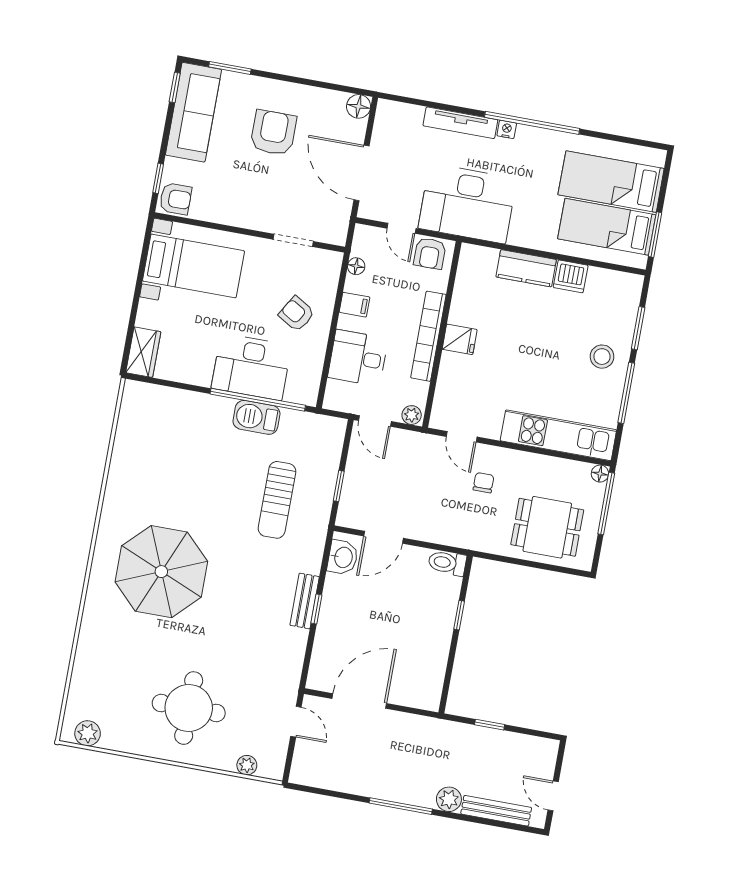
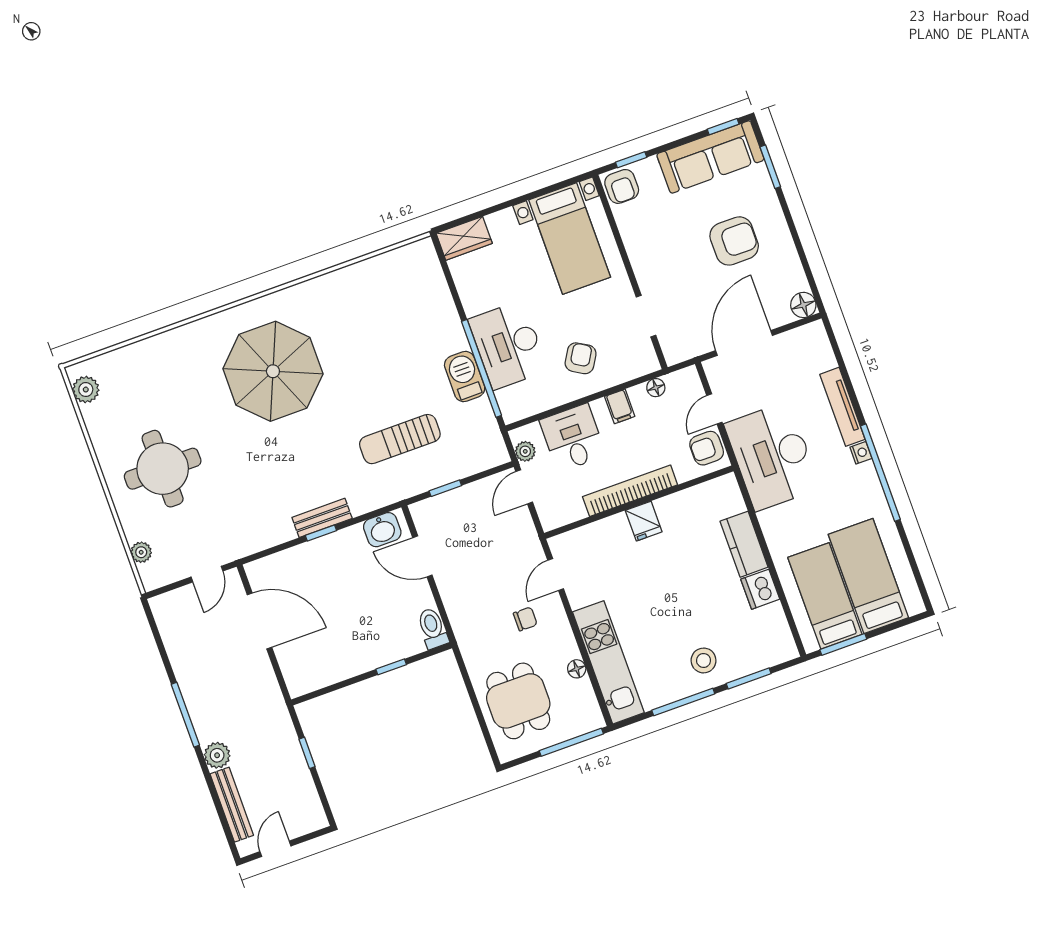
plant: (412, 415) -> (525, 451), moved
floor lamp: (600, 474) -> (577, 669), moved

